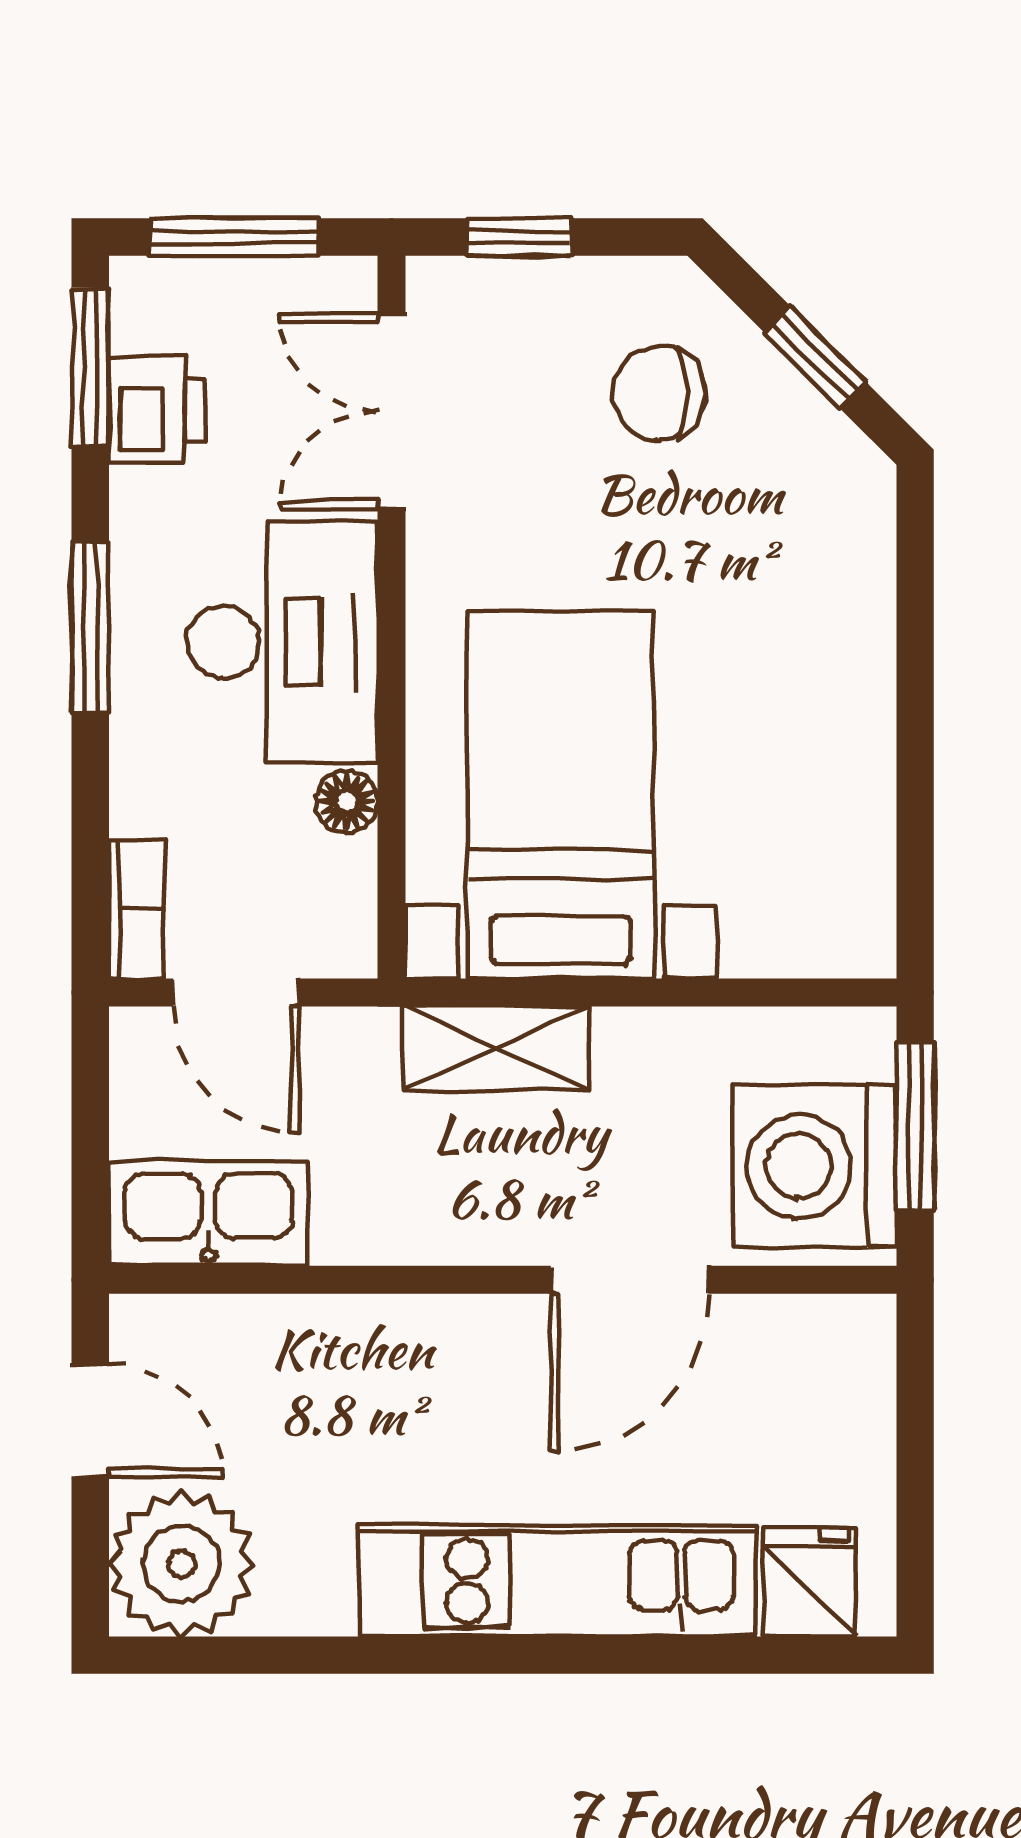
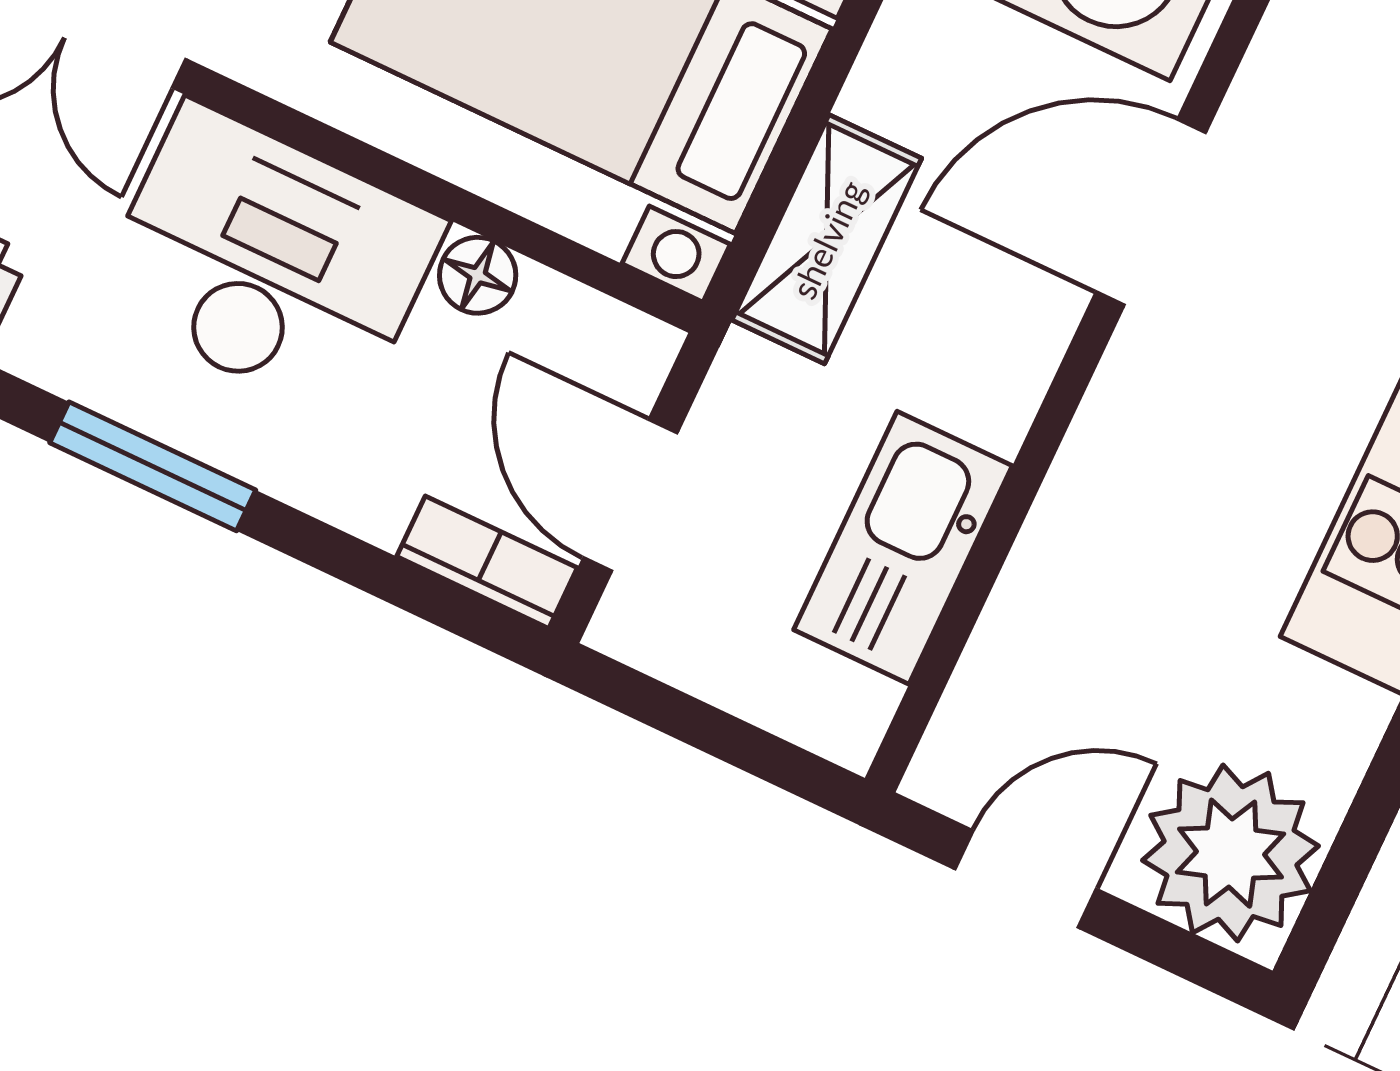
door: (236, 992) -> (630, 495), swing flipped
kitchen sink: (208, 1213) -> (903, 548), moved
door: (630, 1280) -> (1151, 212), swing flipped

